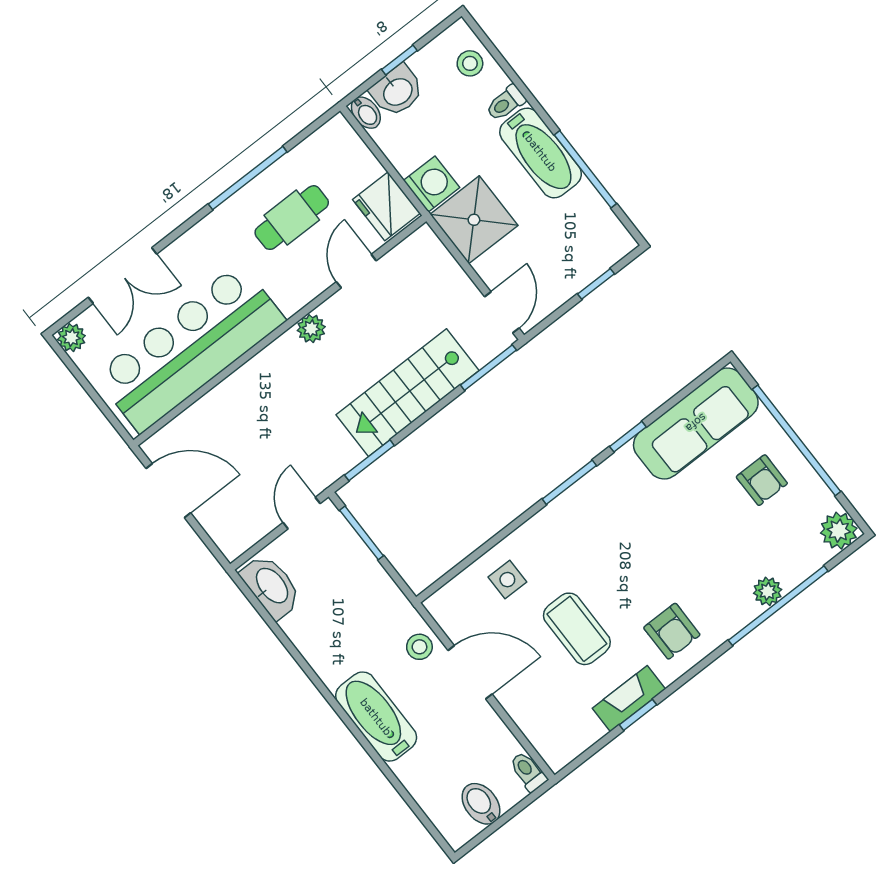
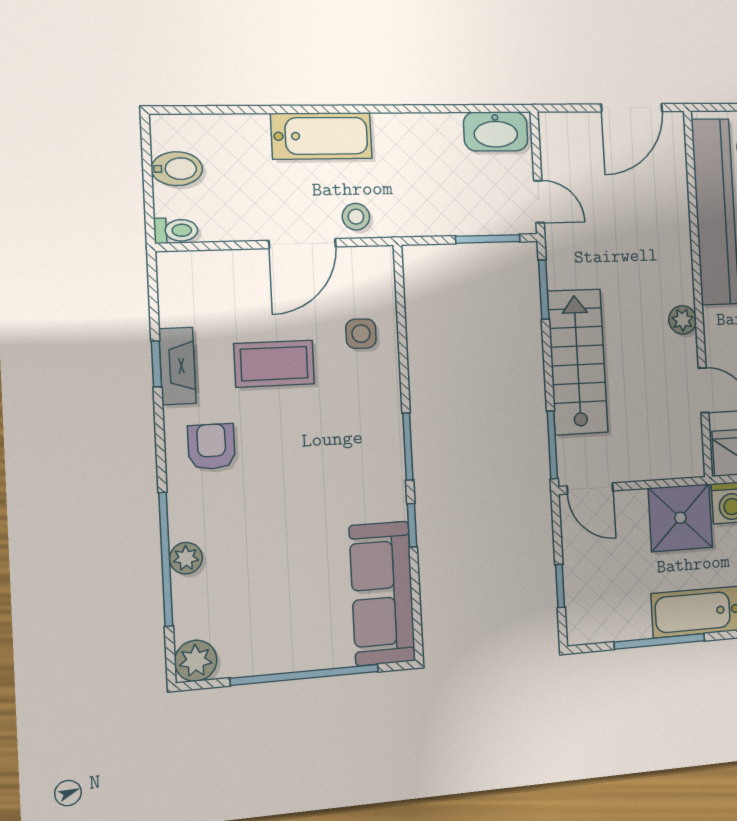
armchair: (762, 480) -> (291, 620), removed
armchair: (672, 631) -> (211, 447), turned 90

